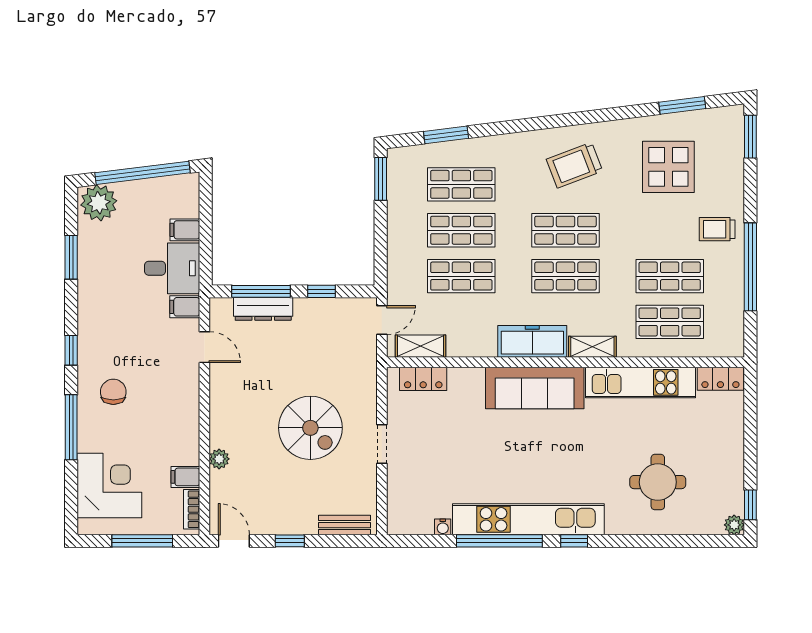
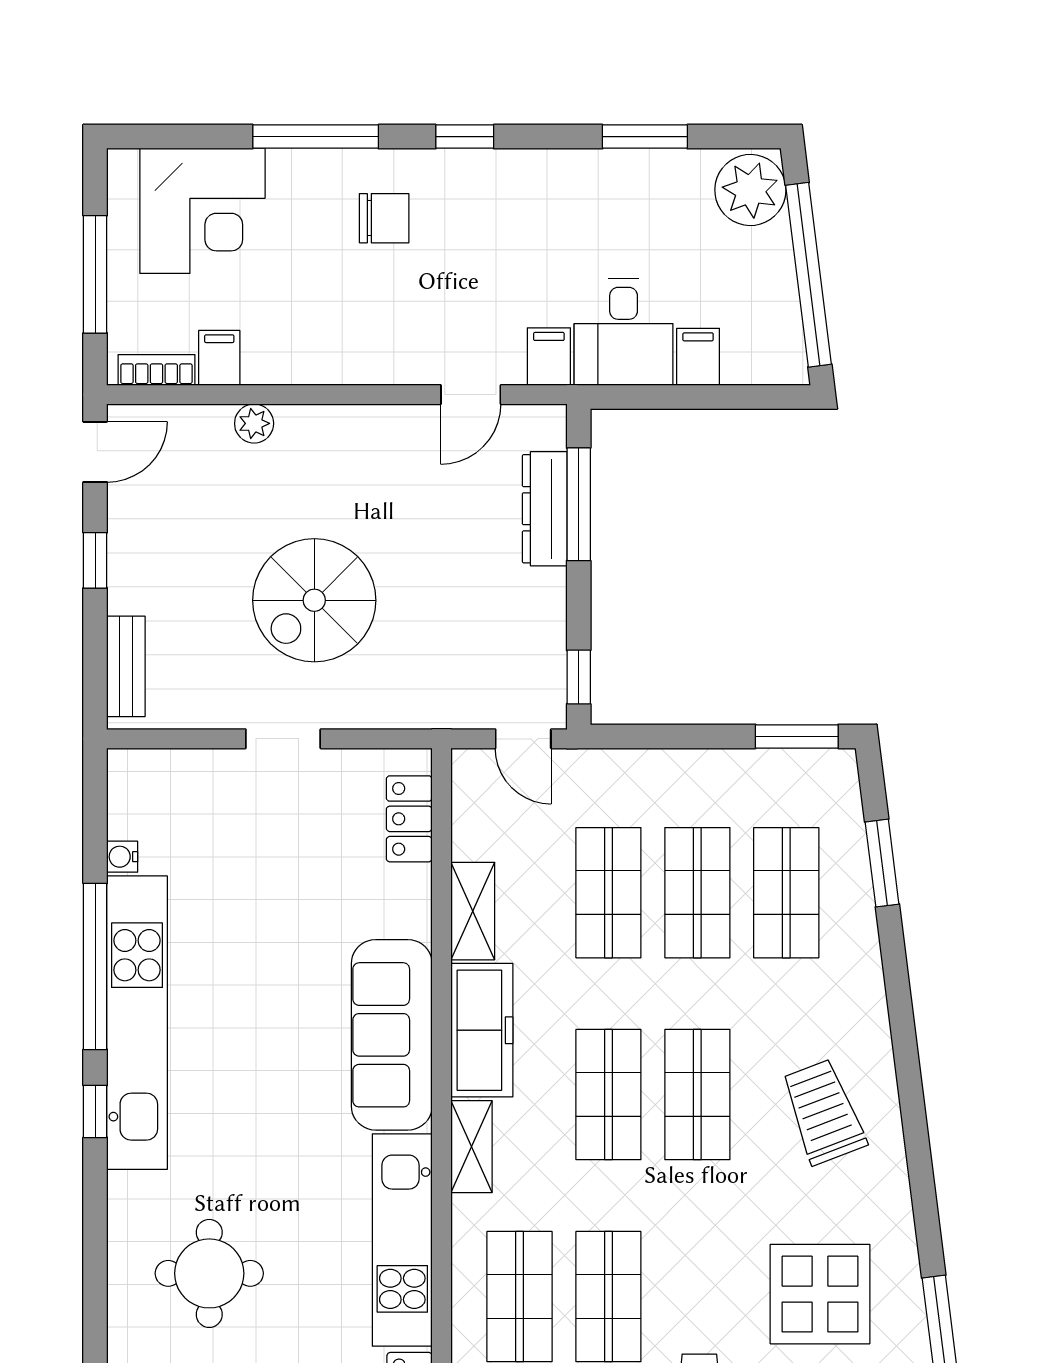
window: (321, 291) -> (579, 677), moved
shelving: (421, 346) -> (473, 911), moved

